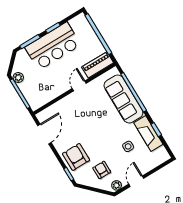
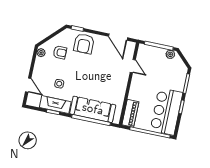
bar counter: (53, 46) -> (166, 111), moved
door: (79, 86) -> (133, 66), moved
armchair: (76, 157) -> (84, 44), turned 90
door: (136, 181) -> (28, 85), moved

